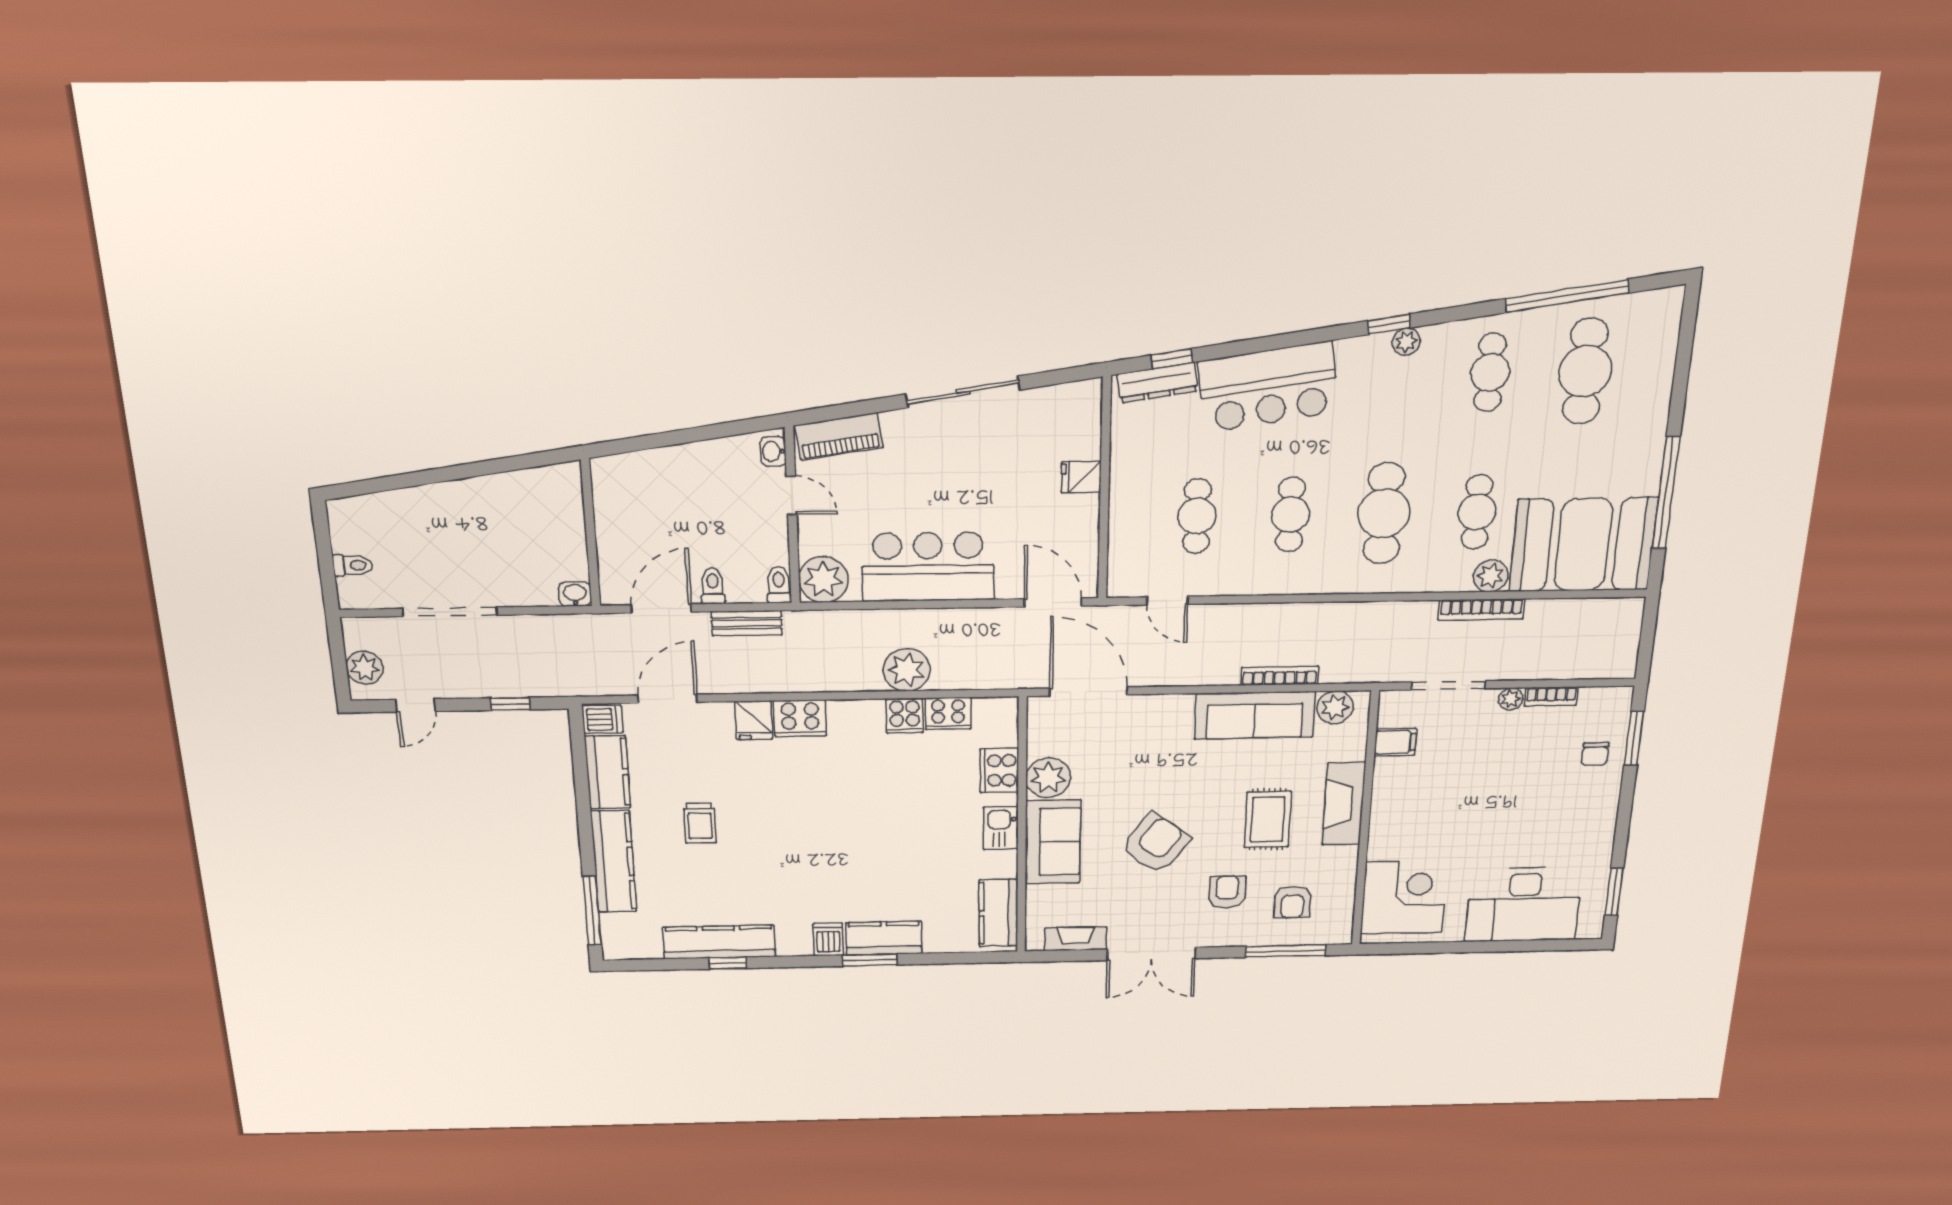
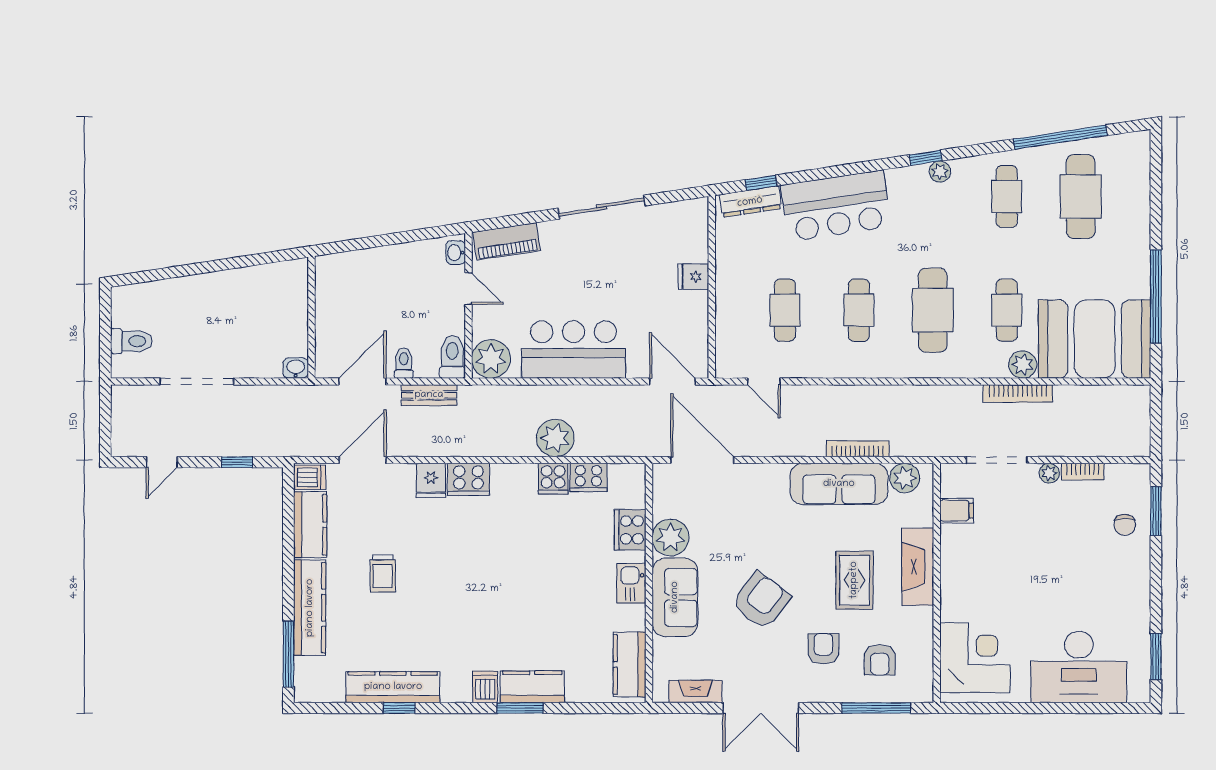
toilet: (353, 565) -> (131, 341), width x1.37, depth x1.39
toilet: (779, 585) -> (452, 357), width x1.37, depth x1.39
plant: (365, 668) -> (125, 428), removed

